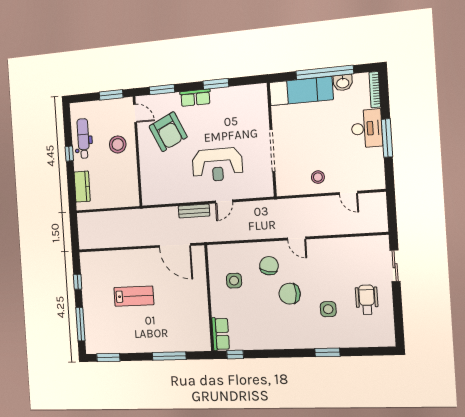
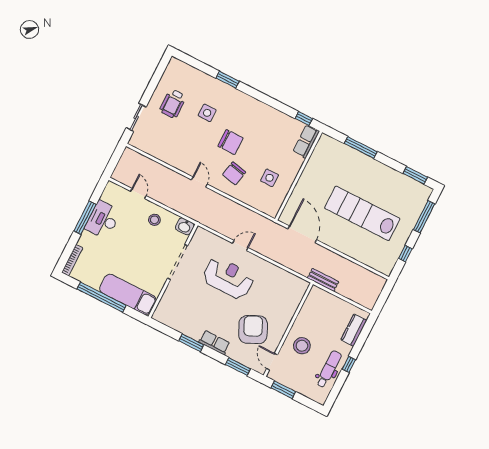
washbasin: (343, 83) -> (185, 226), moved, turned 180
desk: (367, 128) -> (103, 220), moved
dental chair: (83, 138) -> (329, 369), turned 180
bench: (194, 211) -> (323, 280), moved
lab bench: (134, 296) -> (362, 213), width x1.86, depth x1.39

